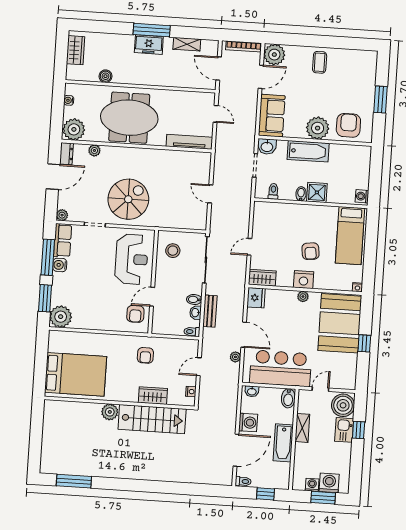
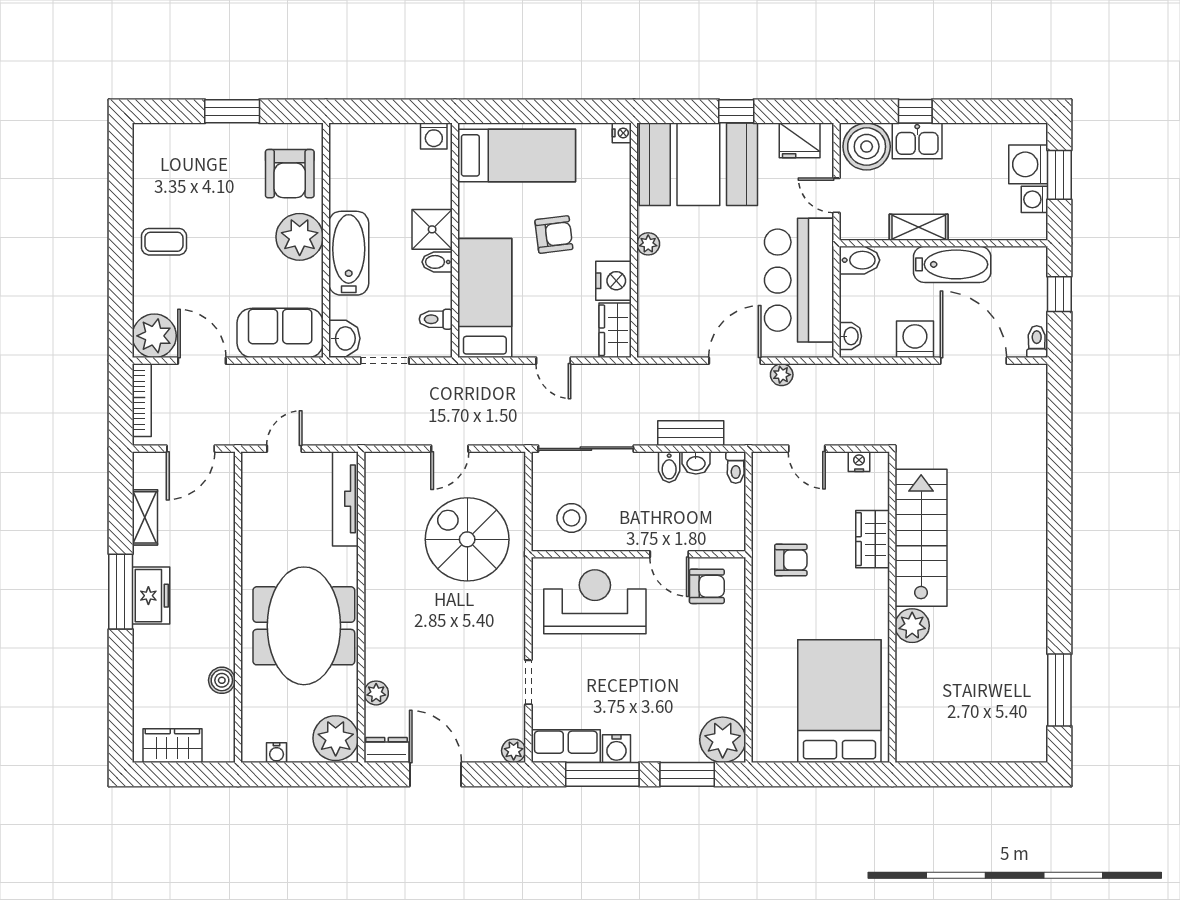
armchair: (348, 125) -> (290, 174), turned -90
spiral stairs: (128, 199) -> (467, 539), moved
bed: (282, 216) -> (485, 298), added
nightstand: (304, 280) -> (613, 281), moved
fridge: (256, 298) -> (800, 140), moved, turned 180

